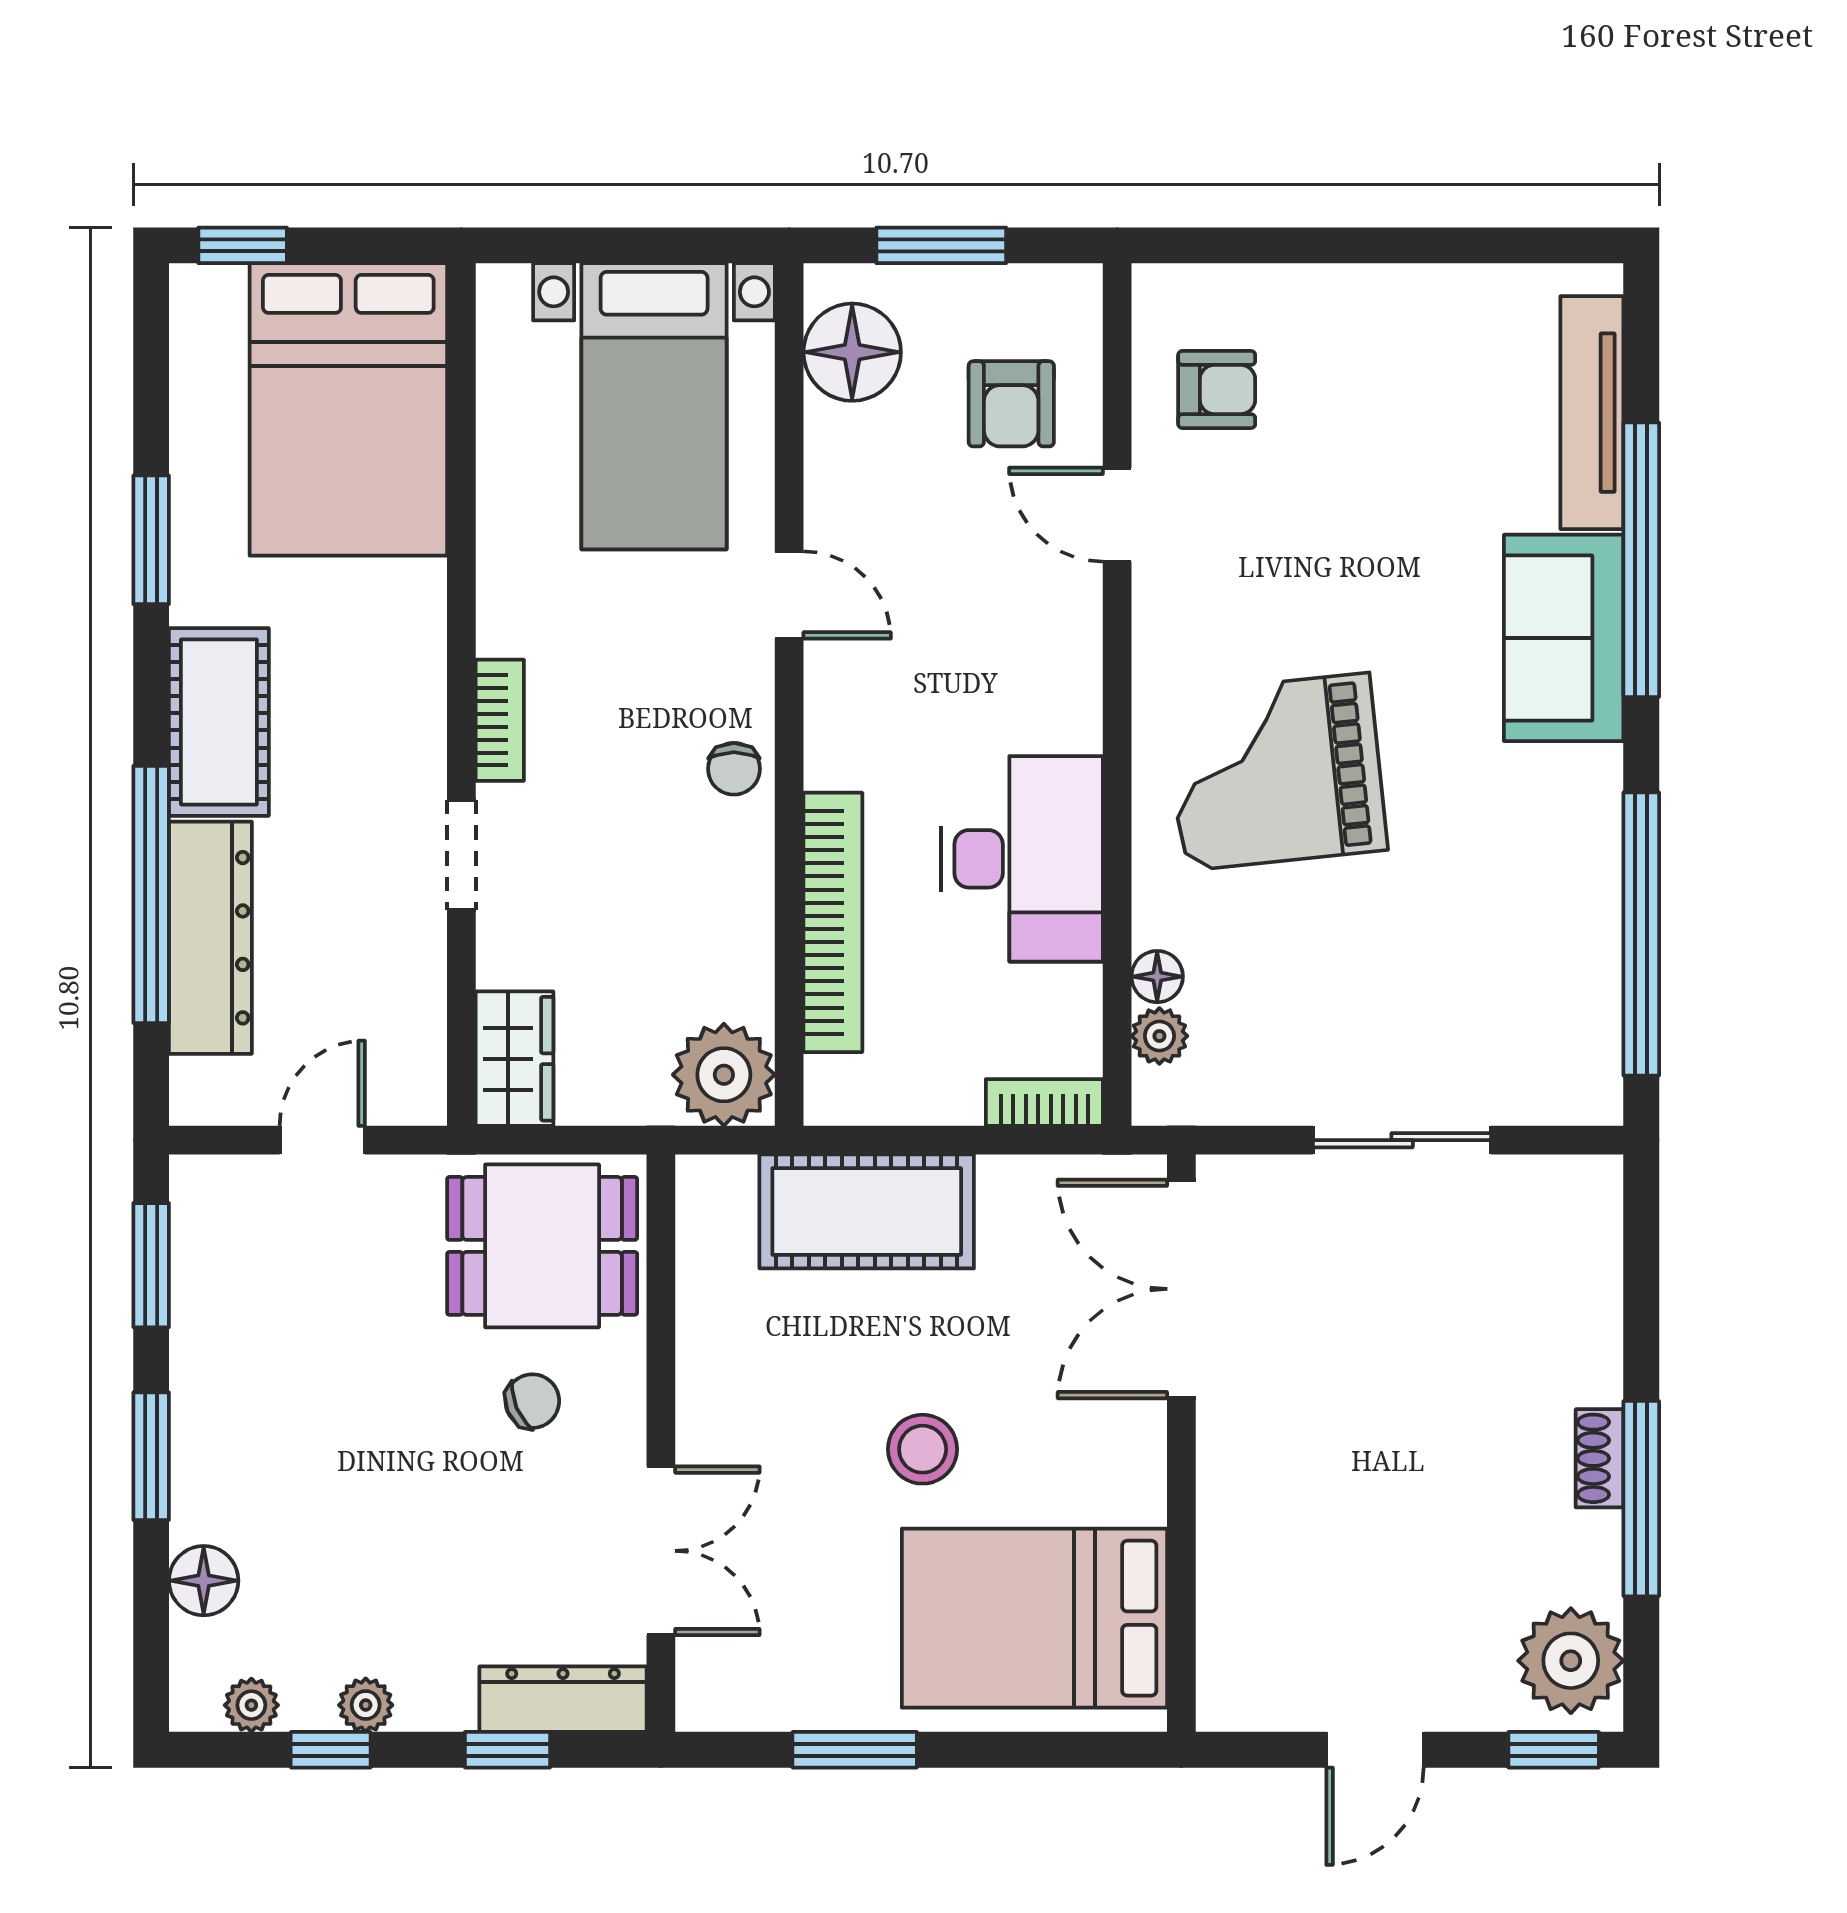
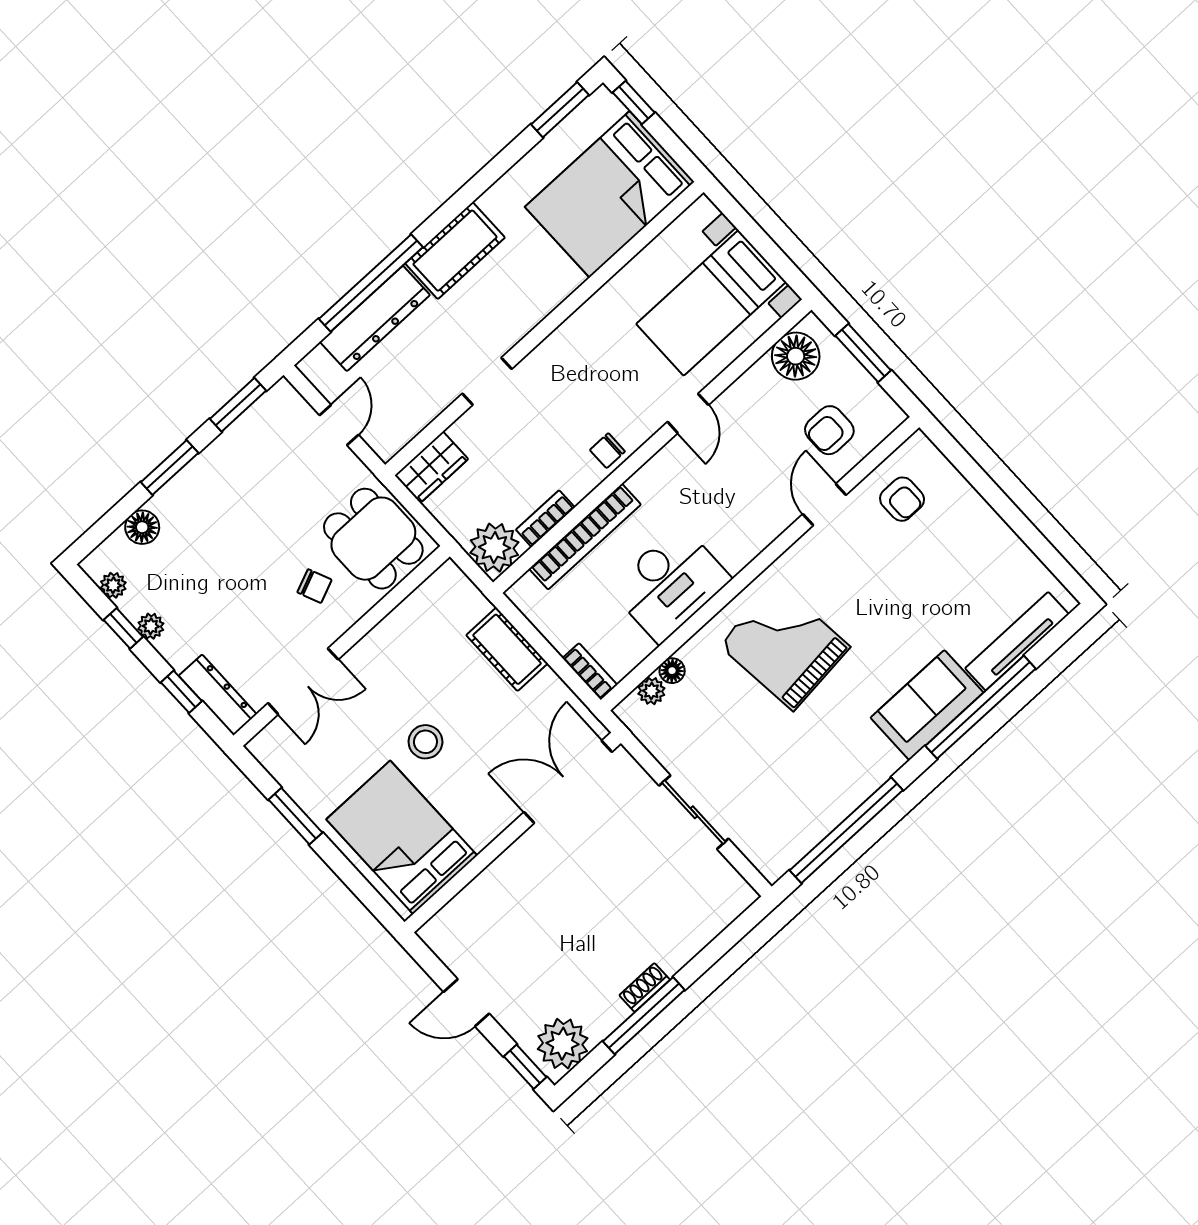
window: (151, 540) -> (560, 110), moved
bookcase: (500, 720) -> (545, 519), moved, turned 180
door: (322, 1140) -> (339, 425), hinge flipped
cot: (867, 1211) -> (507, 649), width x0.73, depth x0.75

